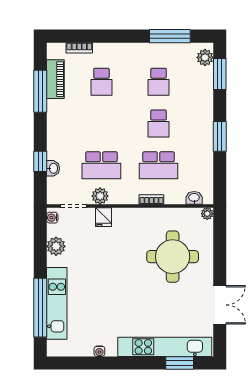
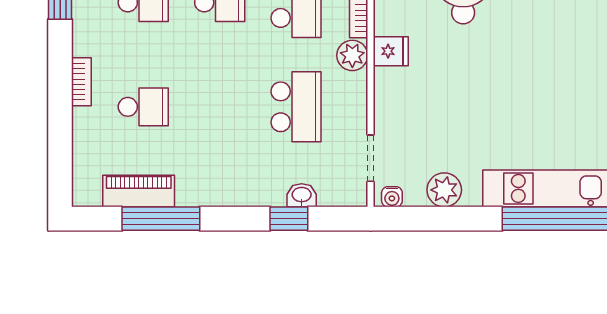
bookcase: (79, 48) -> (81, 82), moved
plant: (100, 196) -> (352, 55), moved
fridge: (103, 217) -> (391, 51), moved

